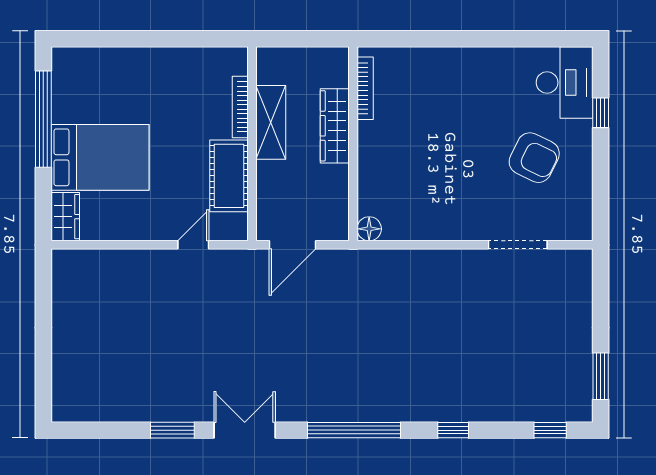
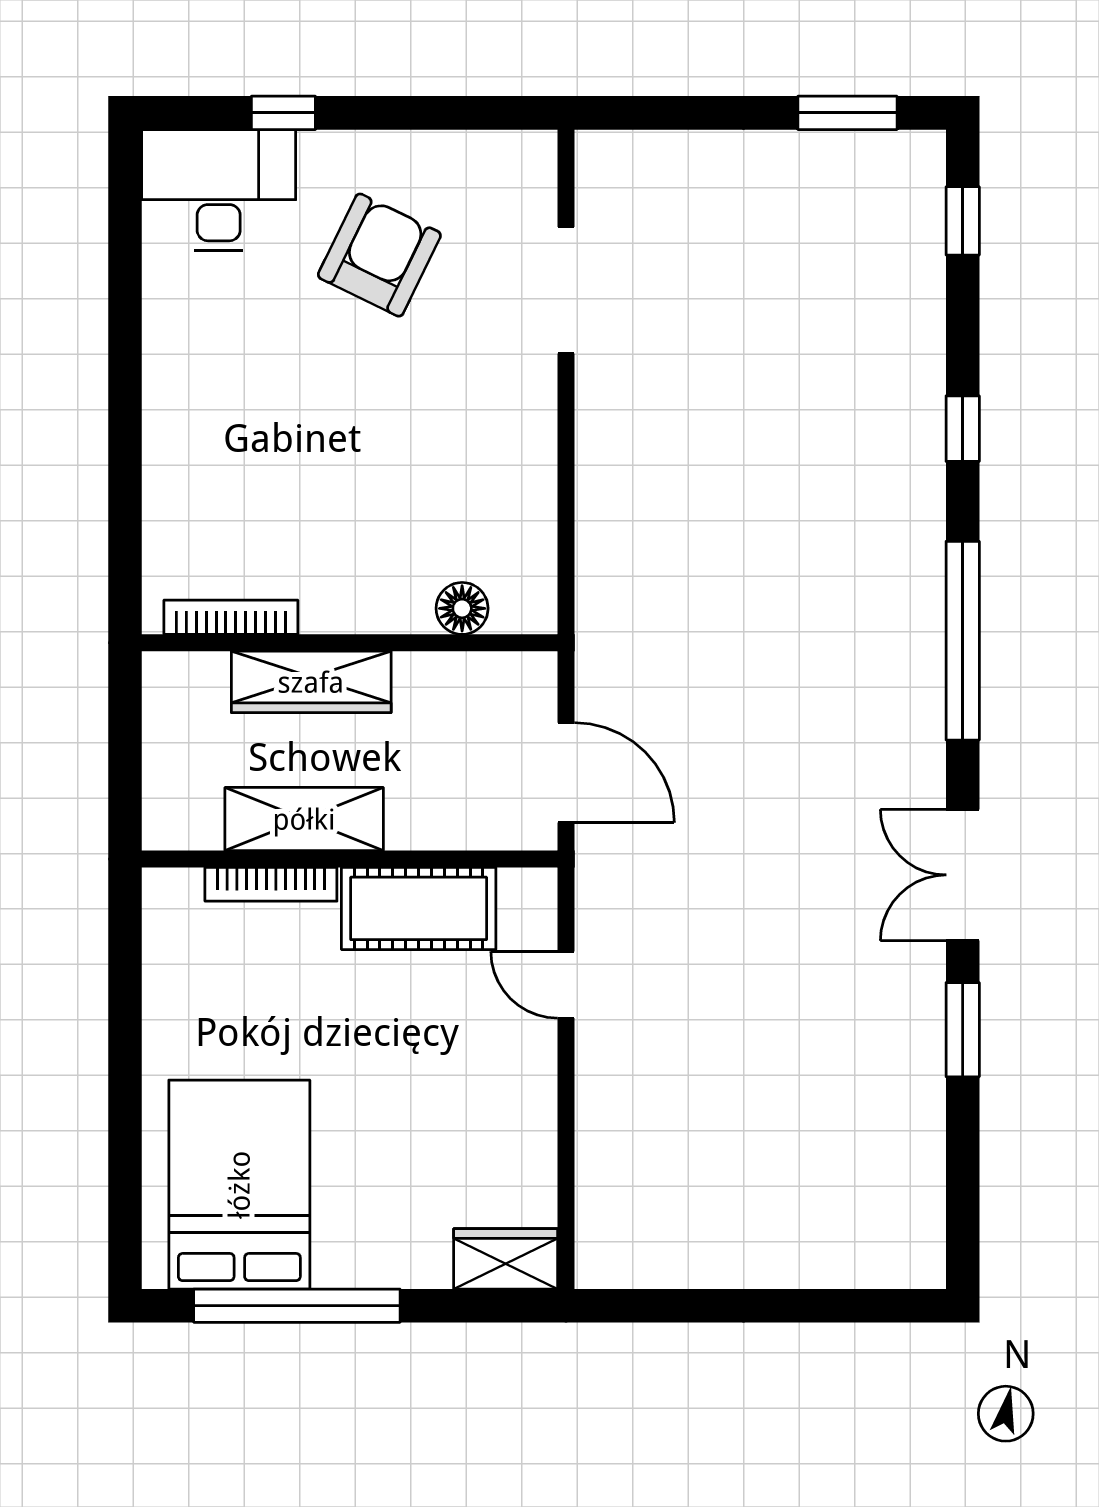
bed: (100, 157) -> (239, 1185), moved
floor lamp: (369, 229) -> (462, 608), moved

